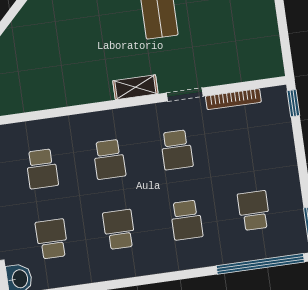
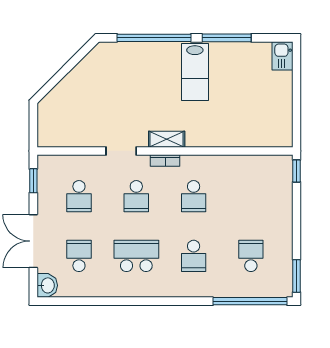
doorway: (185, 94) -> (121, 151), moved
bookcase: (233, 99) -> (165, 161), moved, width x0.64
school desk: (119, 229) -> (136, 256), width x1.85

